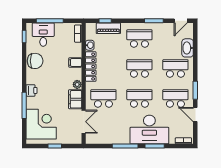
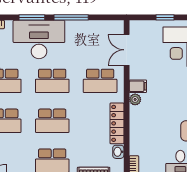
filing cabinet: (75, 62) -> (138, 129), removed
filing cabinet: (75, 99) -> (138, 86), width x0.50

